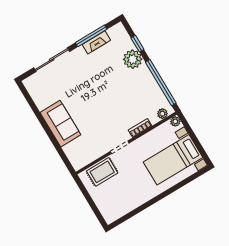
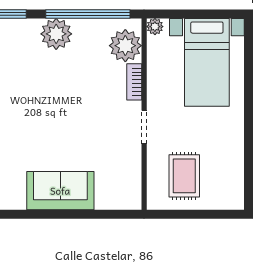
plant: (133, 59) -> (56, 34), moved
plant: (162, 114) -> (125, 46), width x1.88, depth x1.88
rug: (102, 172) -> (184, 176), moved

